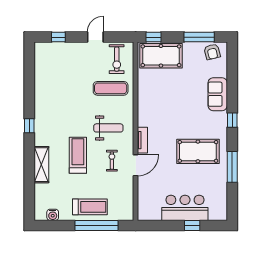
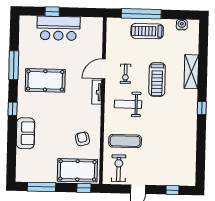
armchair: (212, 52) -> (82, 139), moved

